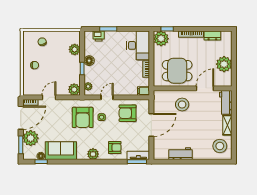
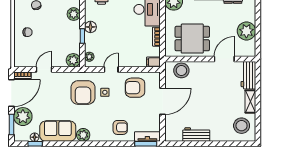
stool: (182, 104) -> (181, 70), moved
plant: (93, 154) -> (83, 135), moved

